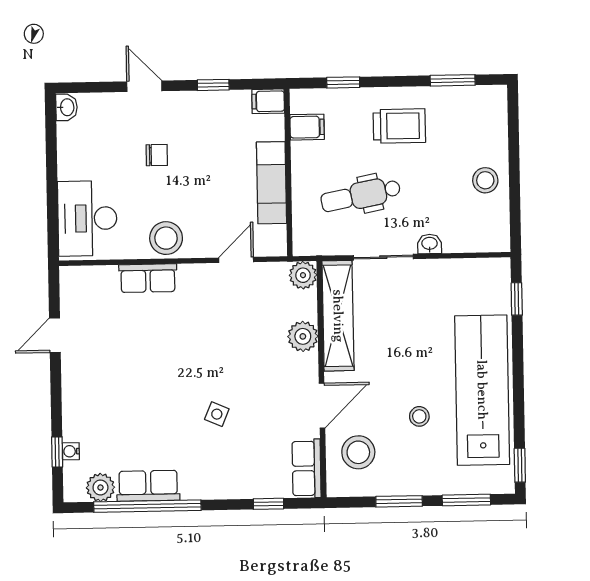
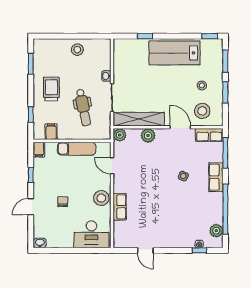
window: (517, 299) -> (145, 36), moved
lab bench: (482, 390) -> (175, 53), width x0.73
stool: (419, 416) -> (202, 85), moved
row of seats: (148, 486) -> (216, 177), moved
window: (268, 504) -> (225, 153), width x2.17

